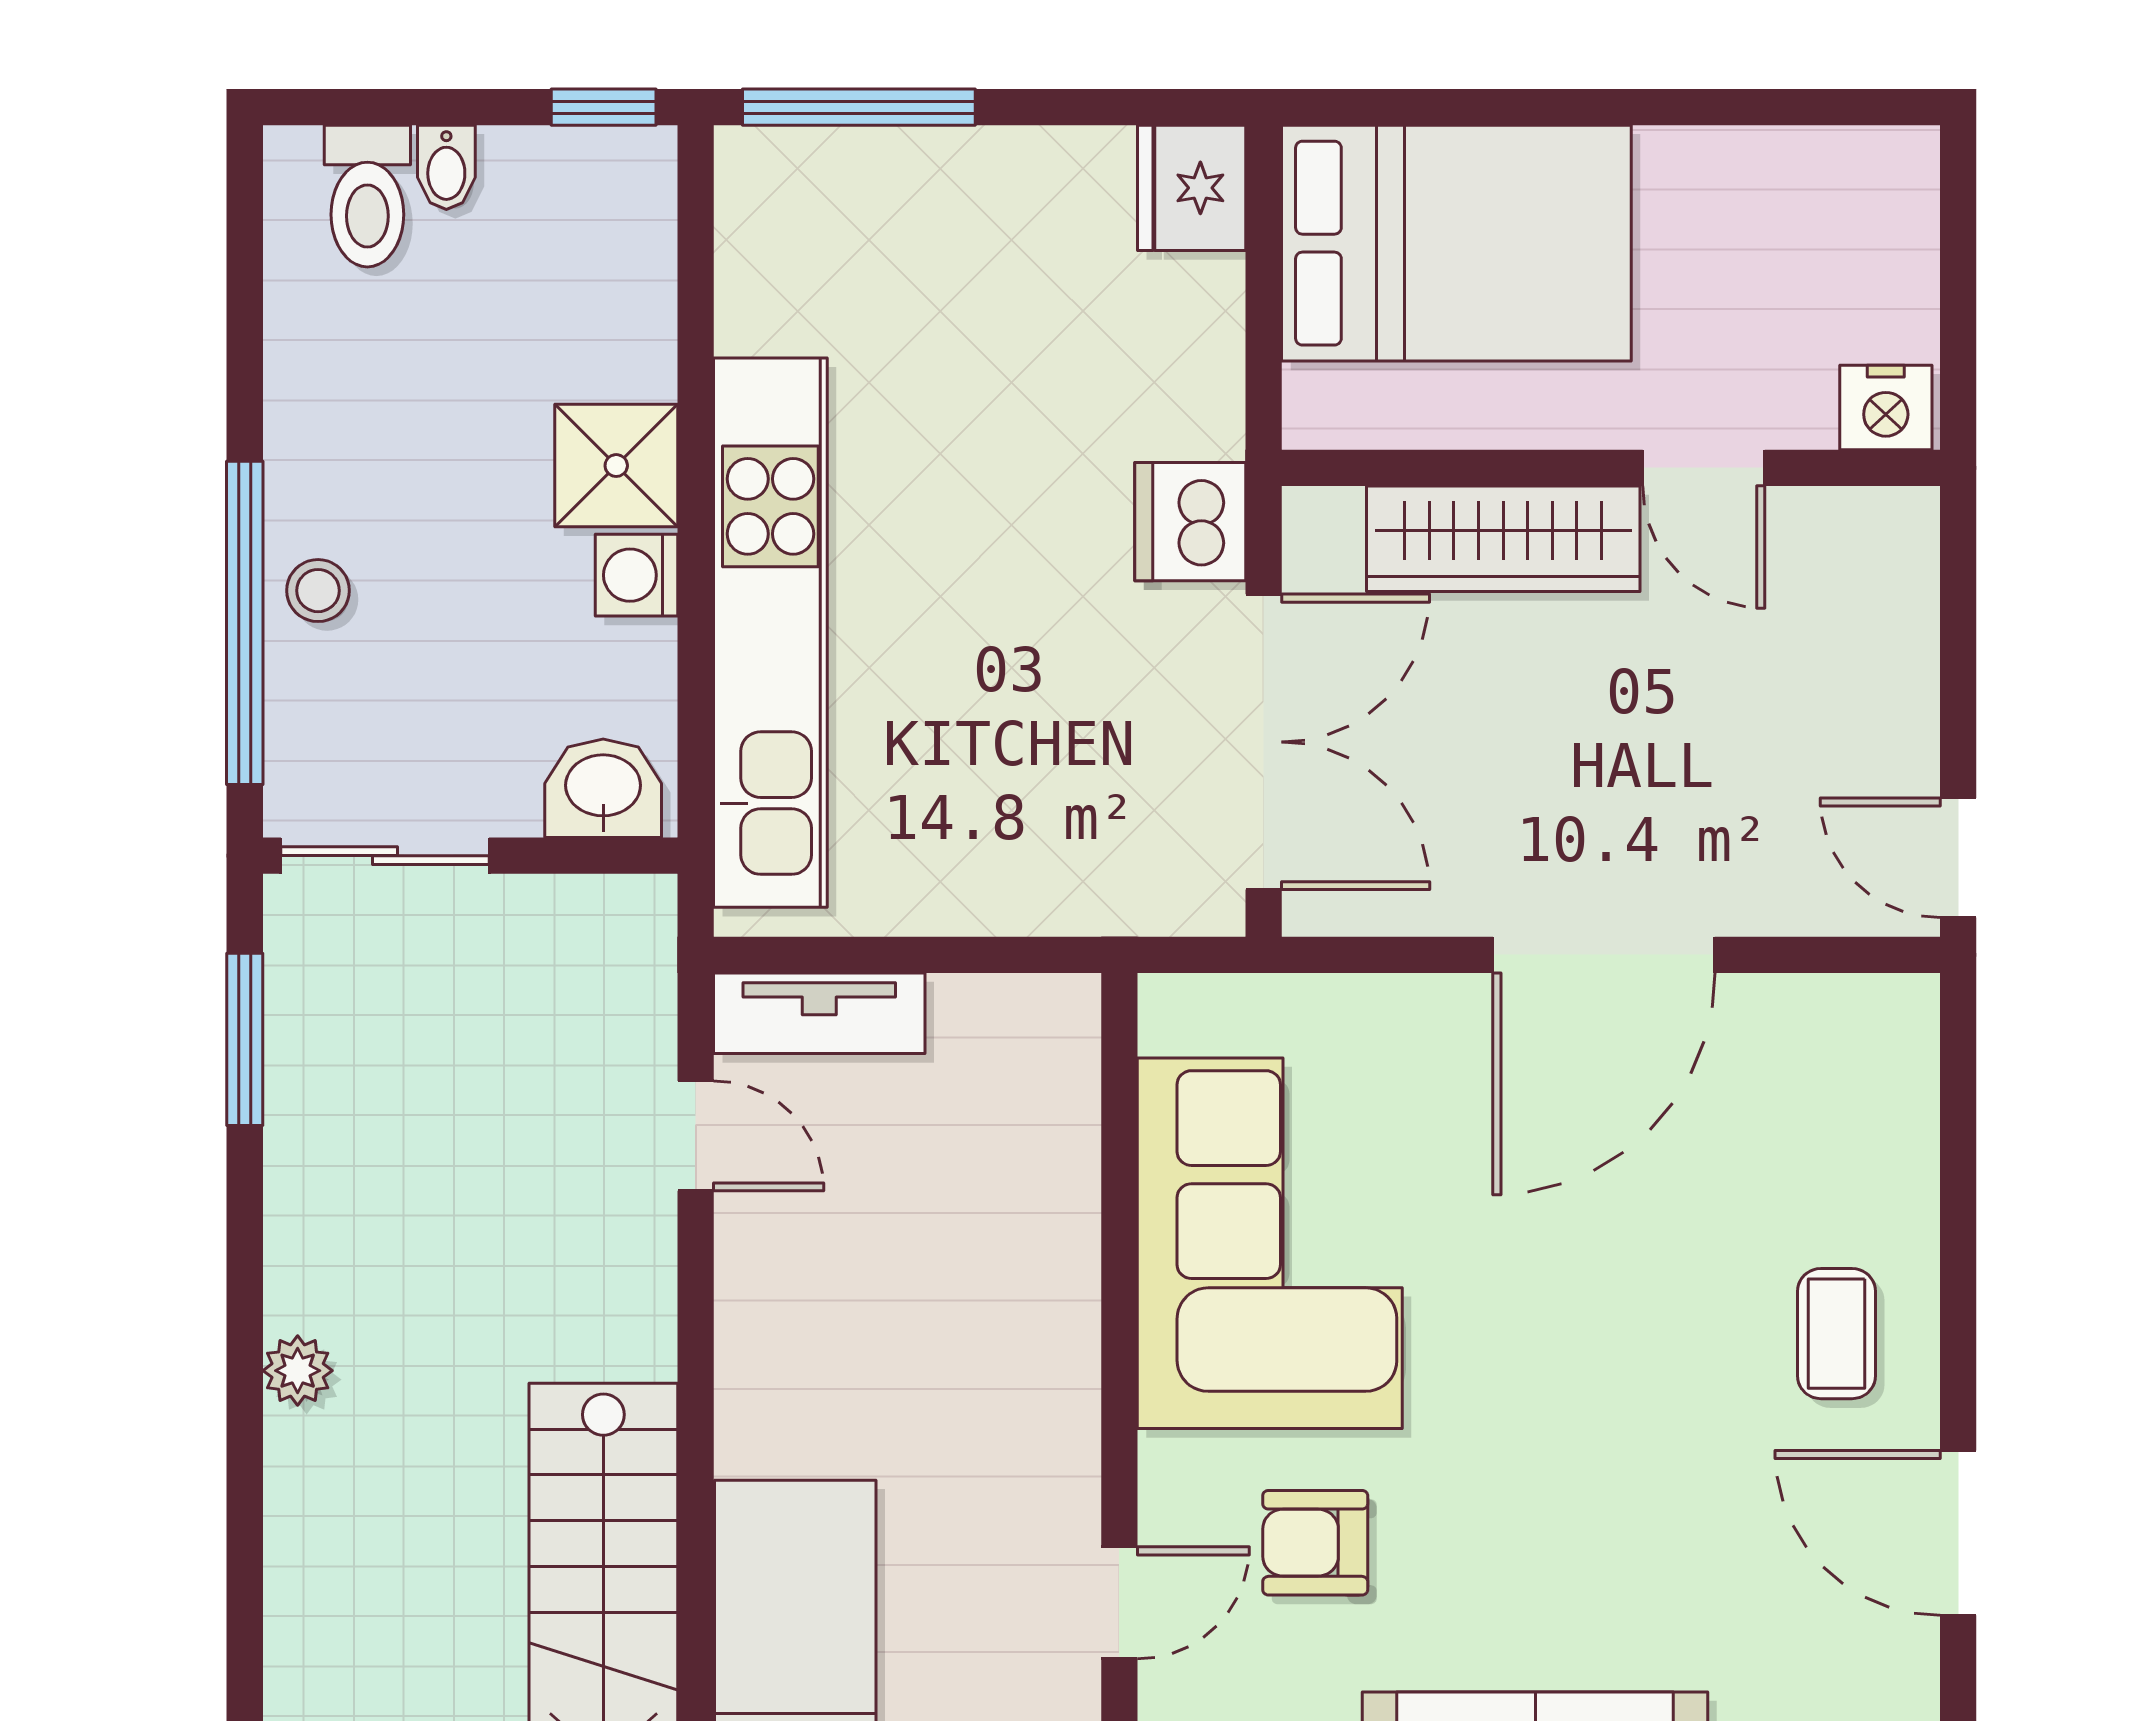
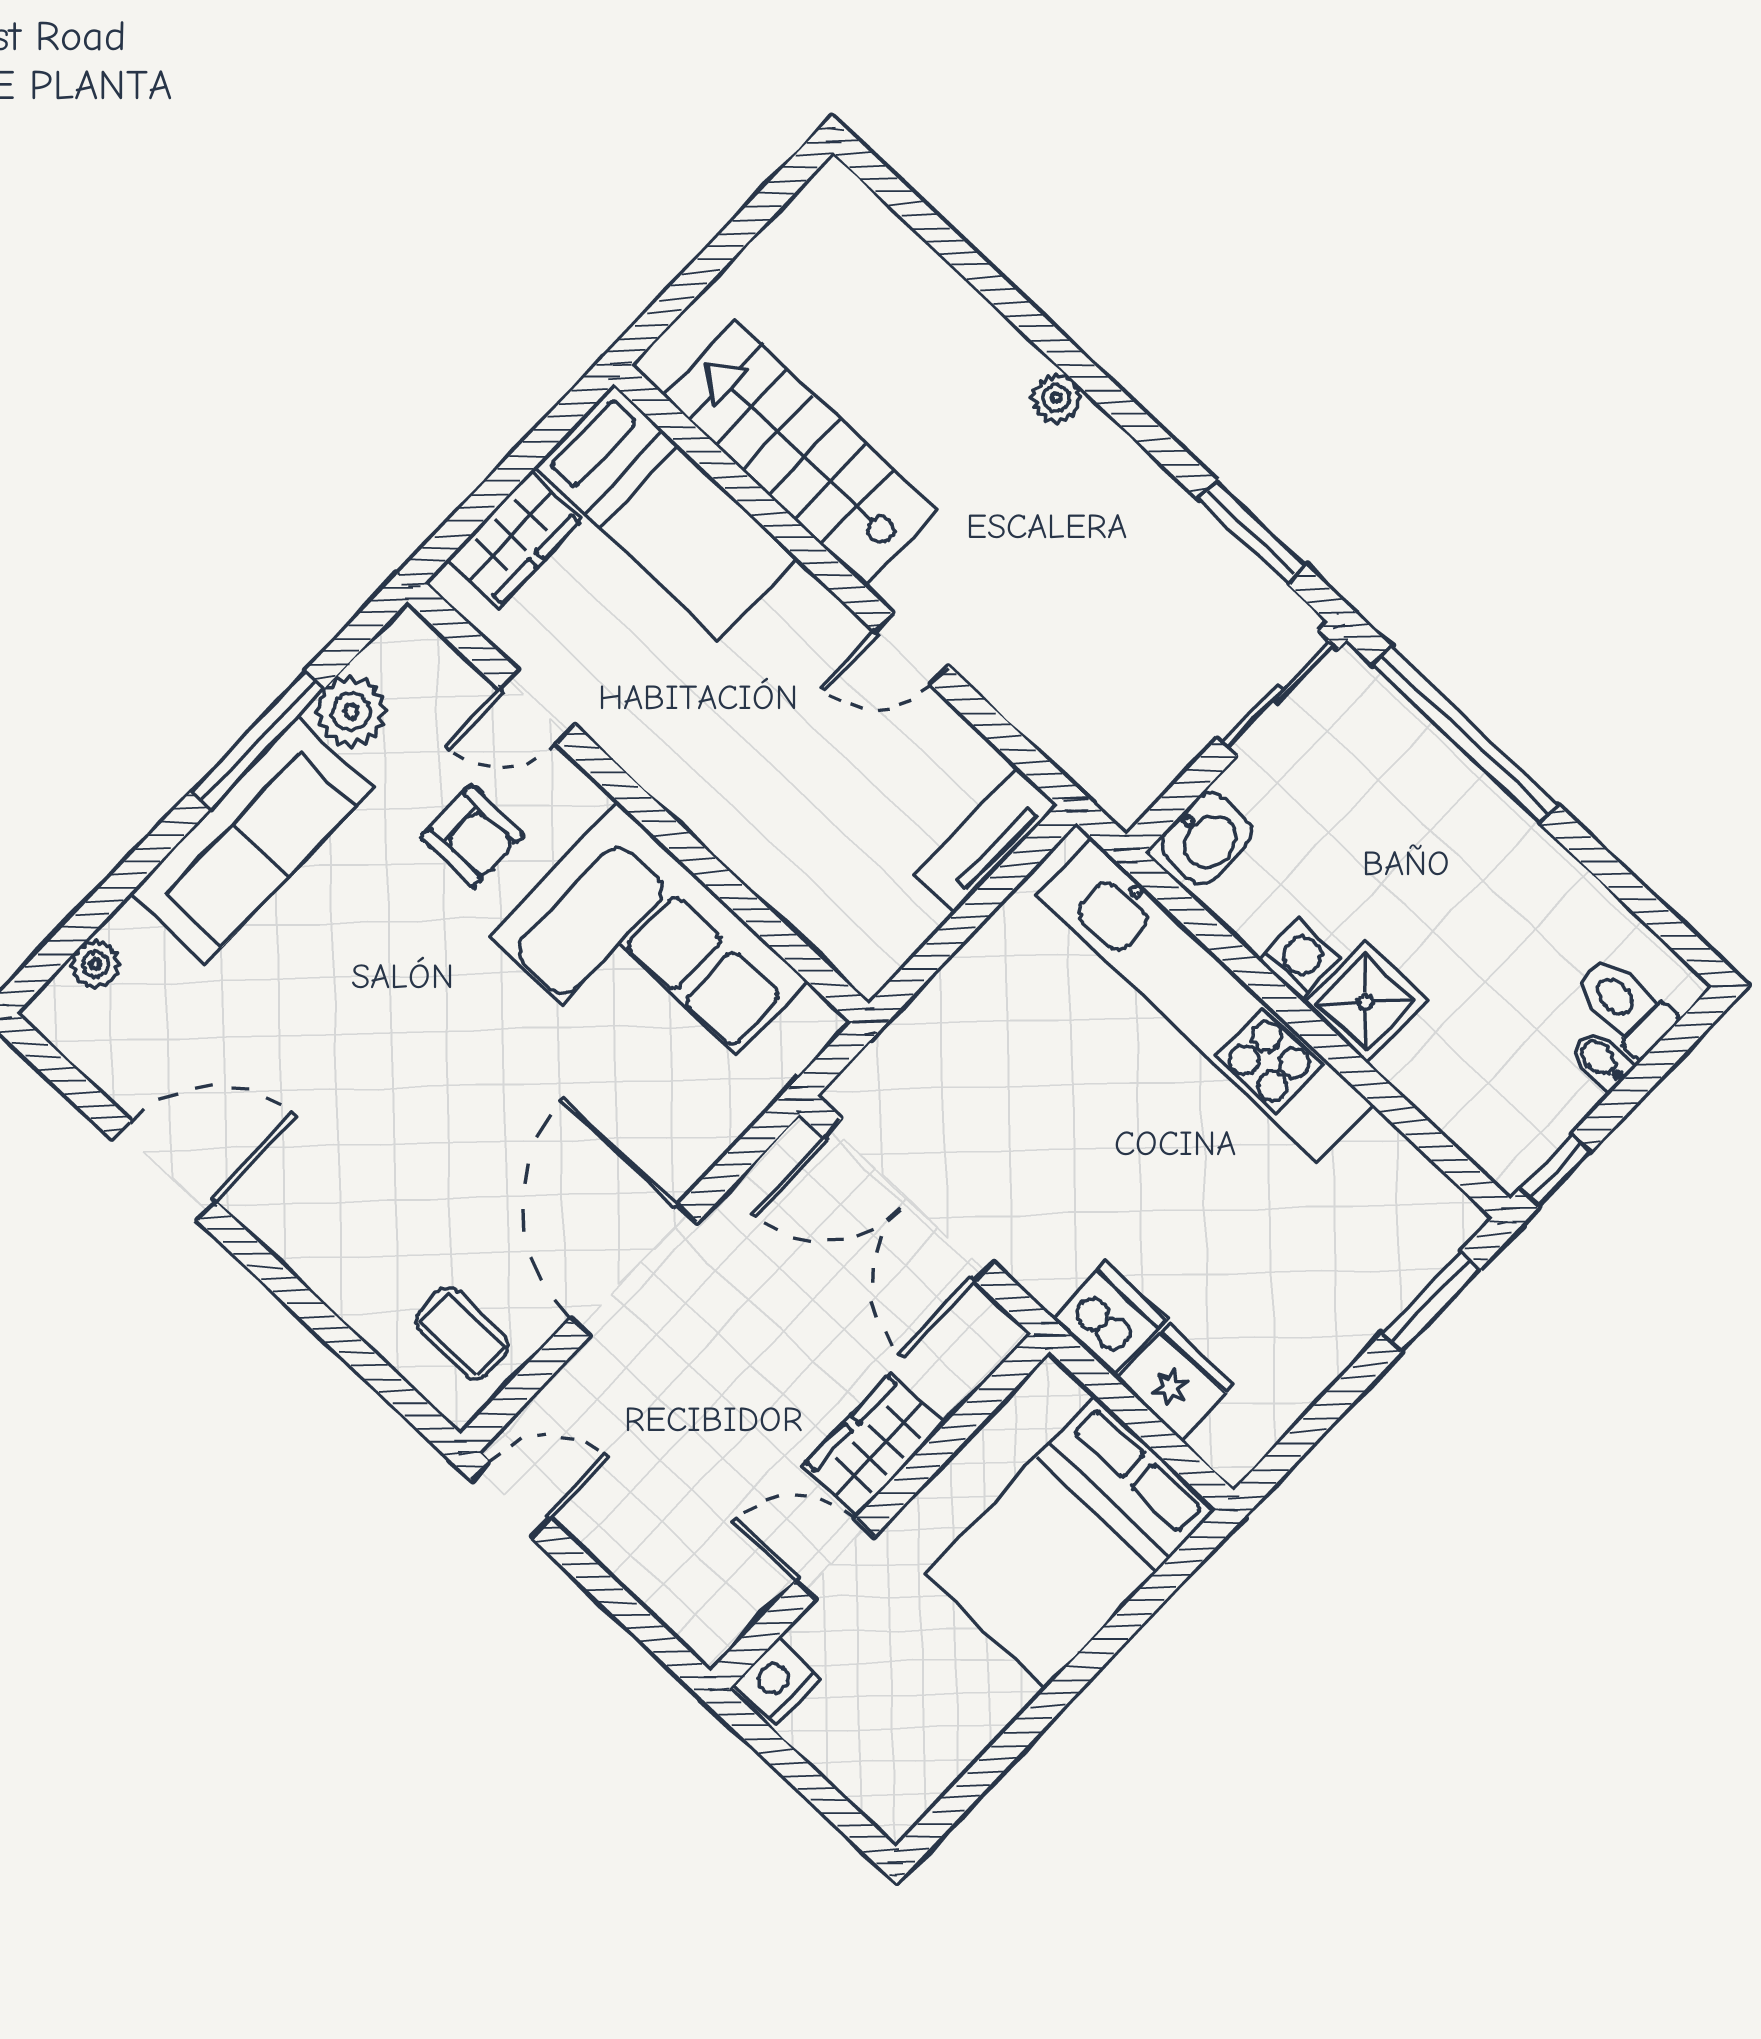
window: (859, 107) -> (1431, 1301), width x0.69
fridge: (1192, 188) -> (1175, 1382), moved
dishwasher: (1190, 522) -> (1109, 1319), moved
wardrobe: (1503, 539) -> (874, 1445), width x0.67
stool: (318, 591) -> (1447, 788), removed
door: (696, 1136) -> (912, 649), moved
coffee table: (1836, 1334) -> (462, 1333), moved
armchair: (1315, 1543) -> (472, 836), turned 90
door: (1119, 1603) -> (537, 707), hinge flipped

